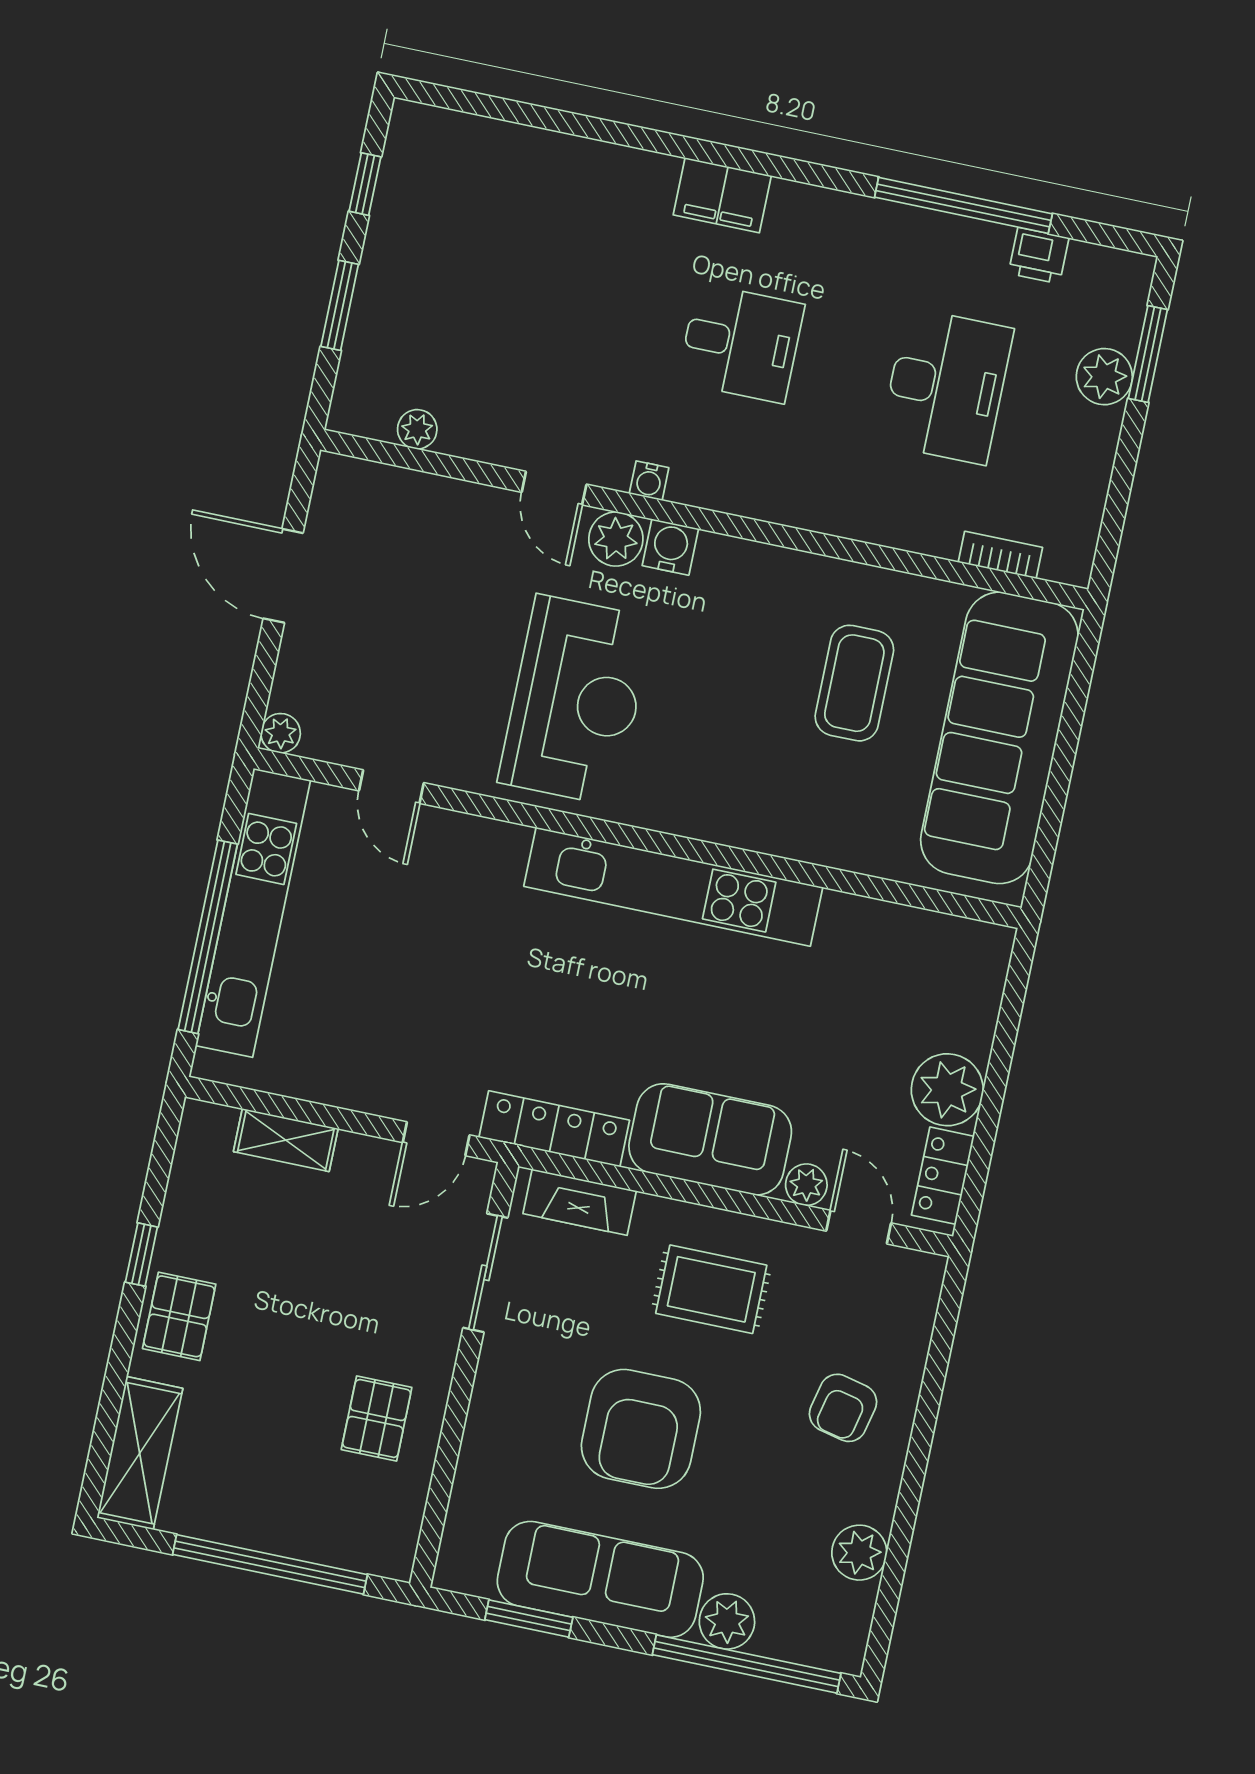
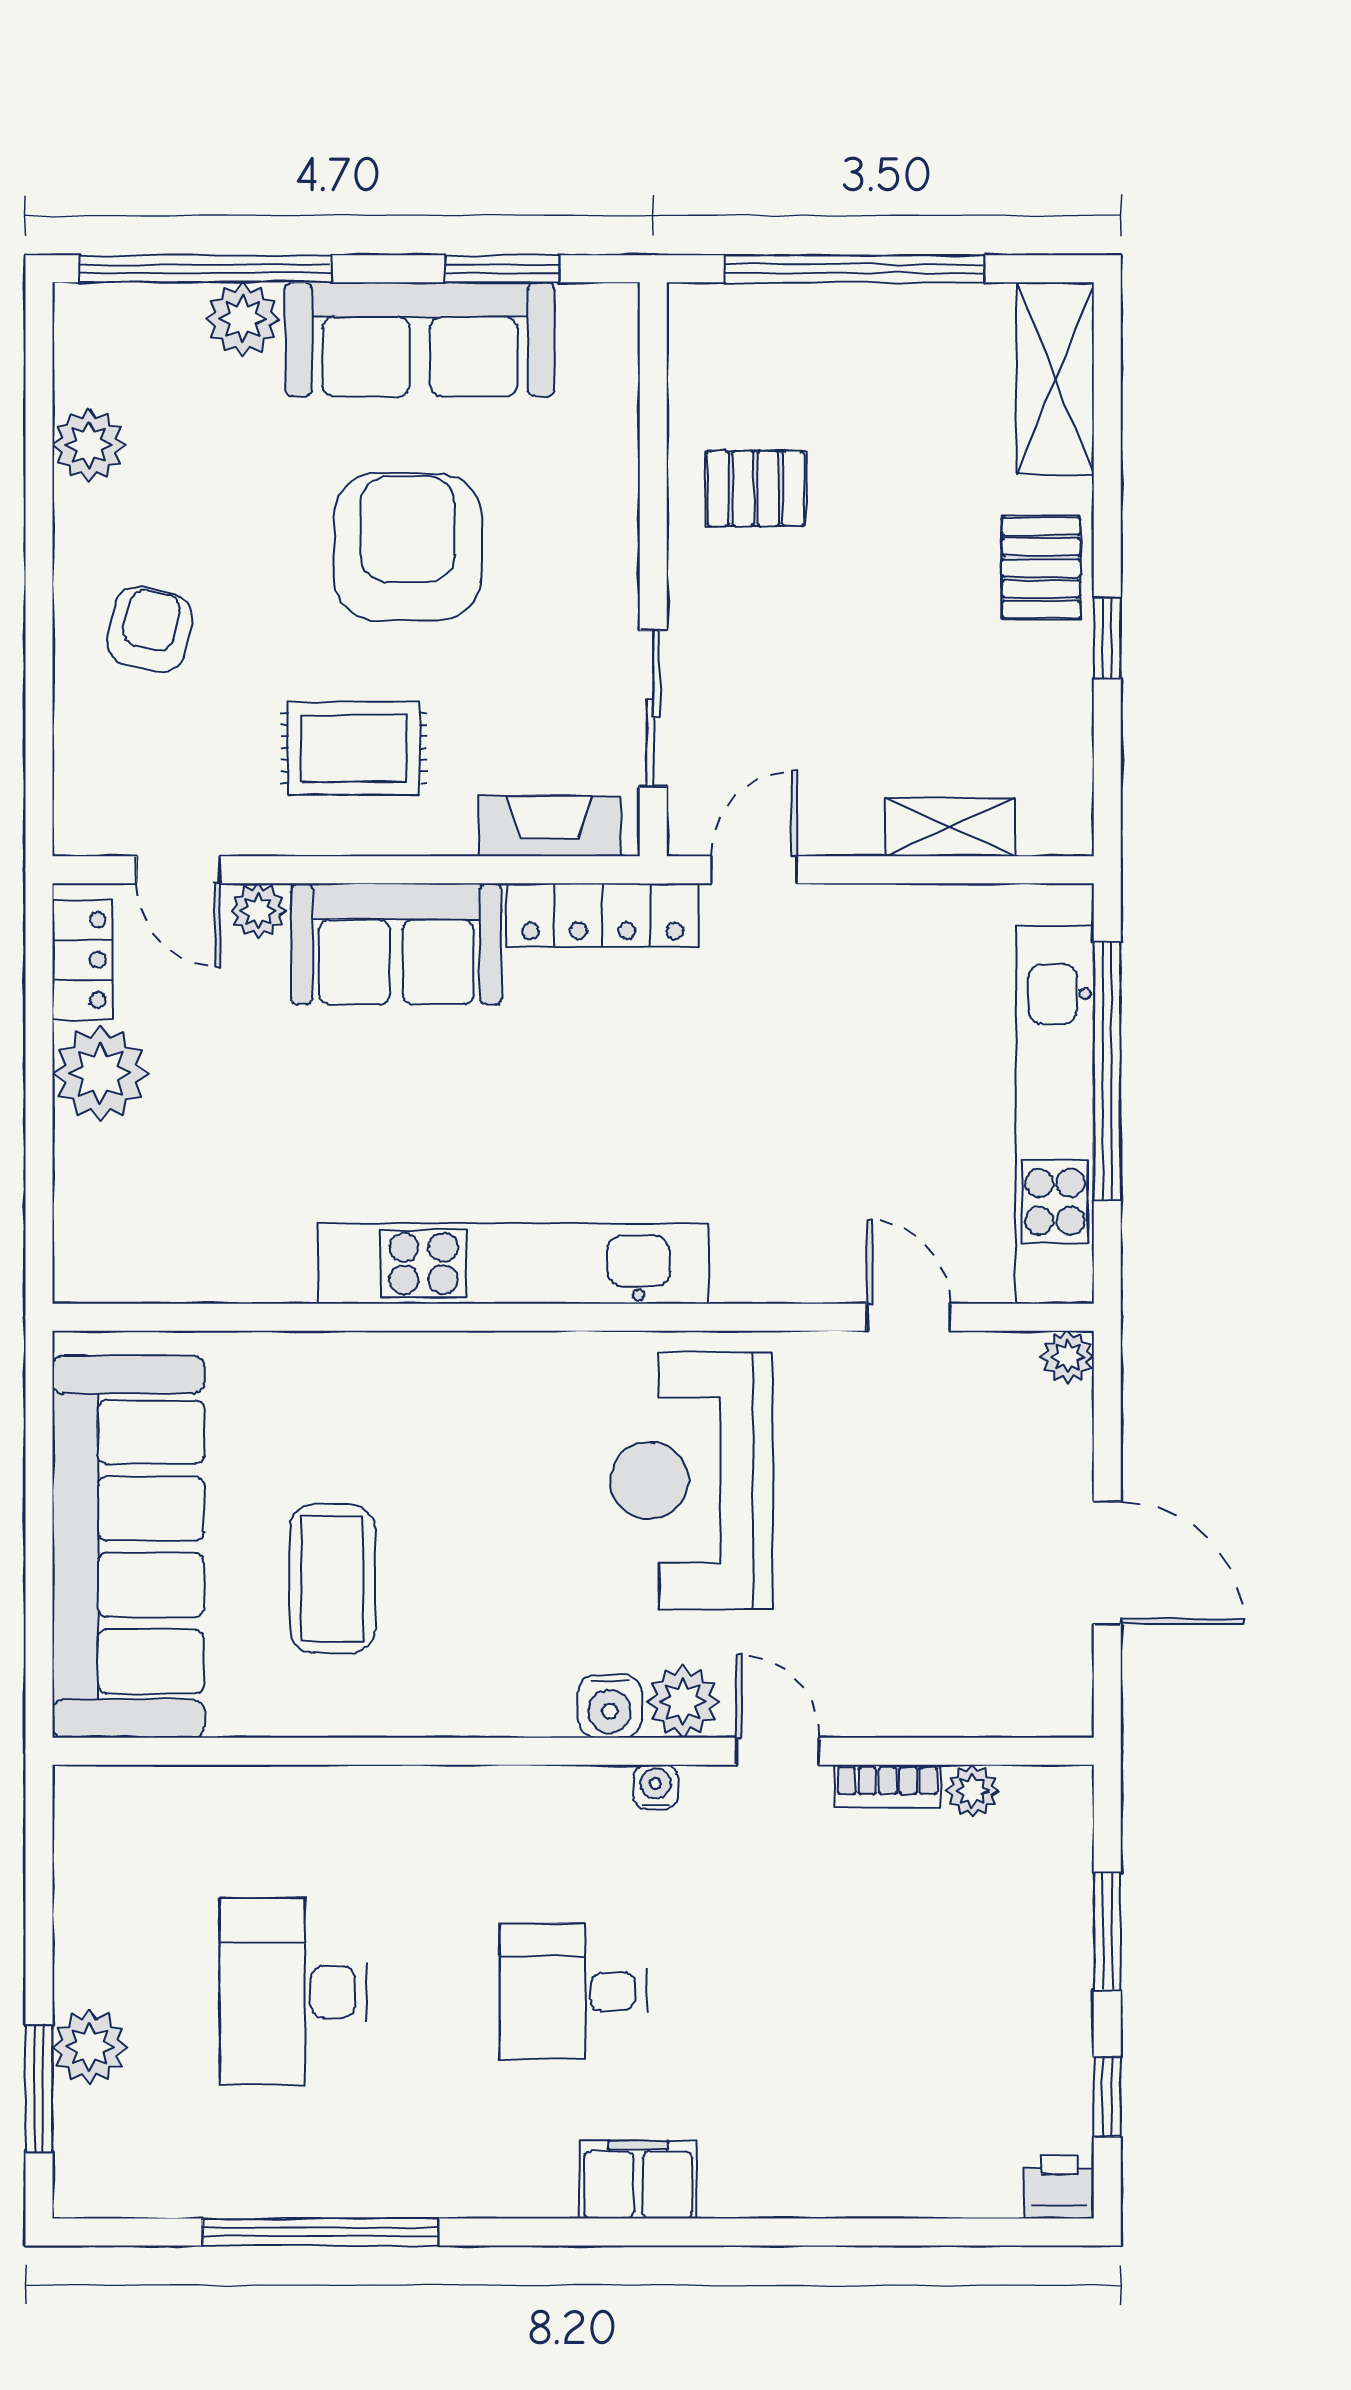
printer: (1039, 256) -> (1059, 2187), moved
bookcase: (1000, 555) -> (888, 1786), moved
pallet: (377, 1418) -> (756, 488), turned 90

